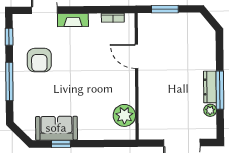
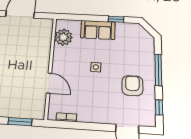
fireplace: (73, 20) -> (102, 118), removed
side table: (83, 80) -> (96, 67), added
sofa: (56, 128) -> (98, 30), moved

